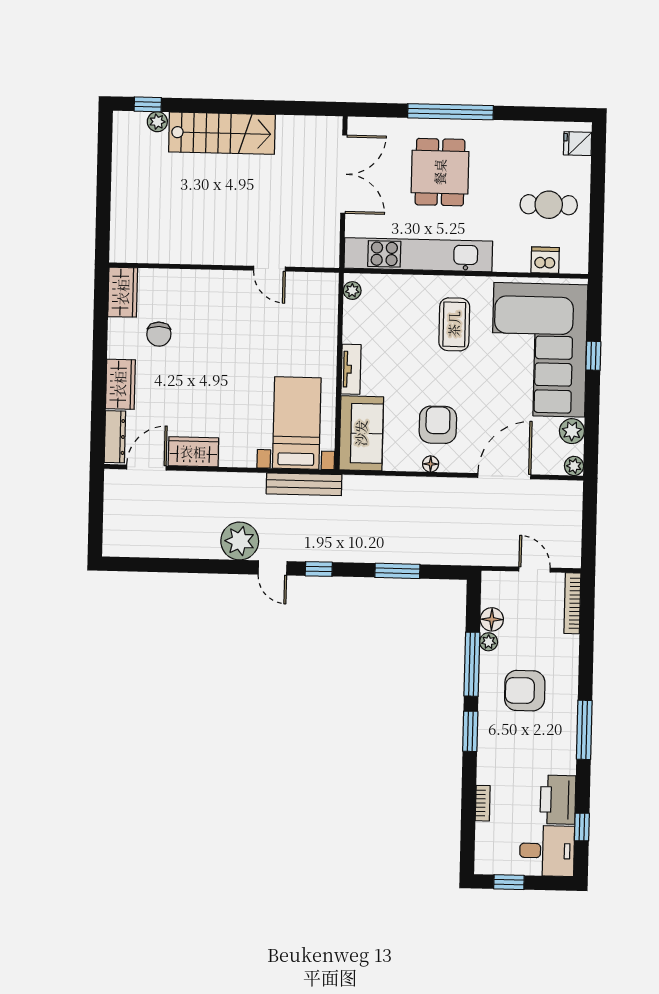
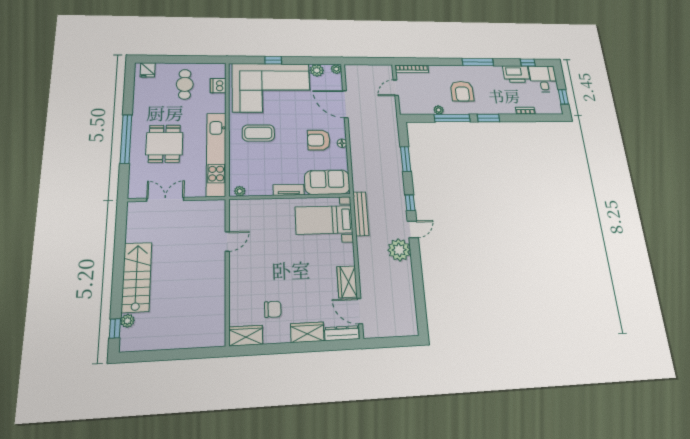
dining table: (440, 172) -> (164, 144), turned 90
double door: (344, 174) -> (165, 199), width x0.73
floor lamp: (492, 619) -> (426, 109), removed

